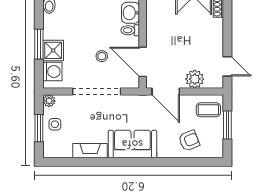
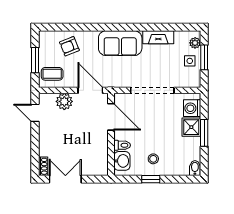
stool: (102, 56) -> (153, 159), moved
plant: (49, 101) -> (195, 43), moved

